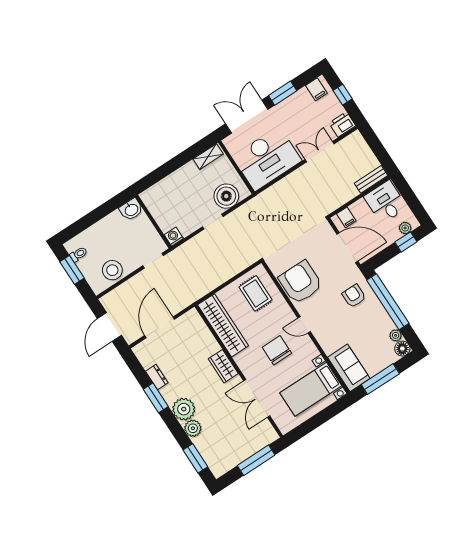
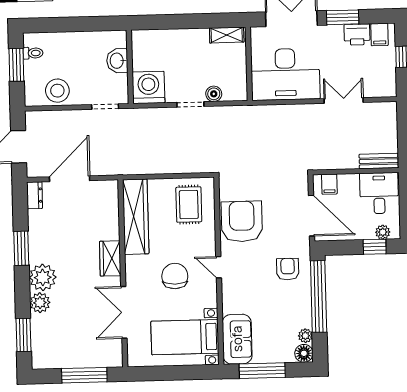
printer: (342, 124) -> (357, 34), moved, turned 180
boiler: (226, 196) -> (214, 94), width x0.54, depth x0.54
washbasin: (131, 210) -> (117, 61), moved, turned 90
washing machine: (174, 237) -> (148, 87), width x1.89, depth x1.89
dresser: (157, 377) -> (35, 195), moved

